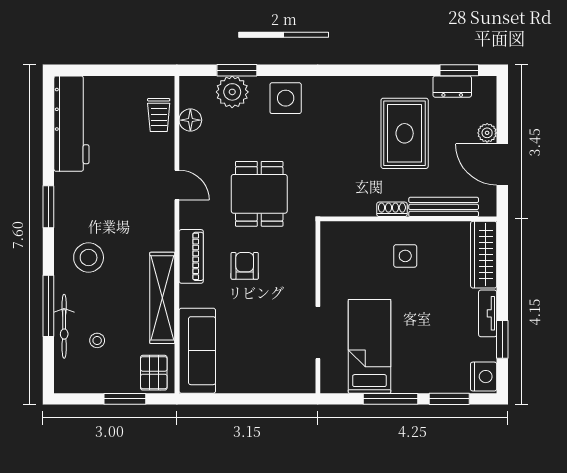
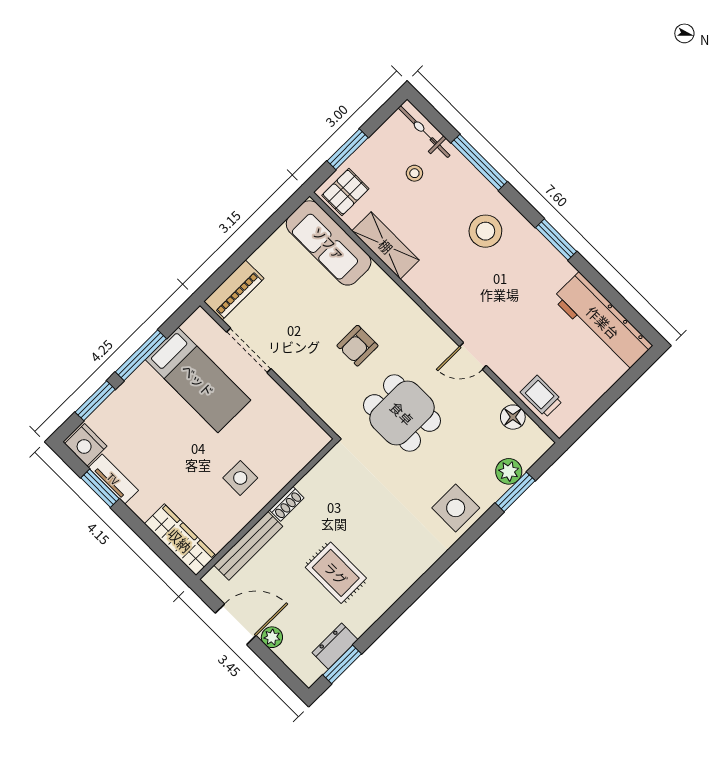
plant: (232, 92) -> (509, 471), width x0.73, depth x0.73
rug: (405, 133) -> (336, 573), width x0.73, depth x0.70
piano: (191, 256) -> (234, 290), moved, turned -90
armchair: (245, 266) -> (357, 346), turned 90
shelving: (162, 298) -> (386, 246), width x0.68
tv unit: (488, 313) -> (113, 479), moved
bicycle: (64, 326) -> (424, 132), moved
pallet: (154, 373) -> (345, 192), turned 90

